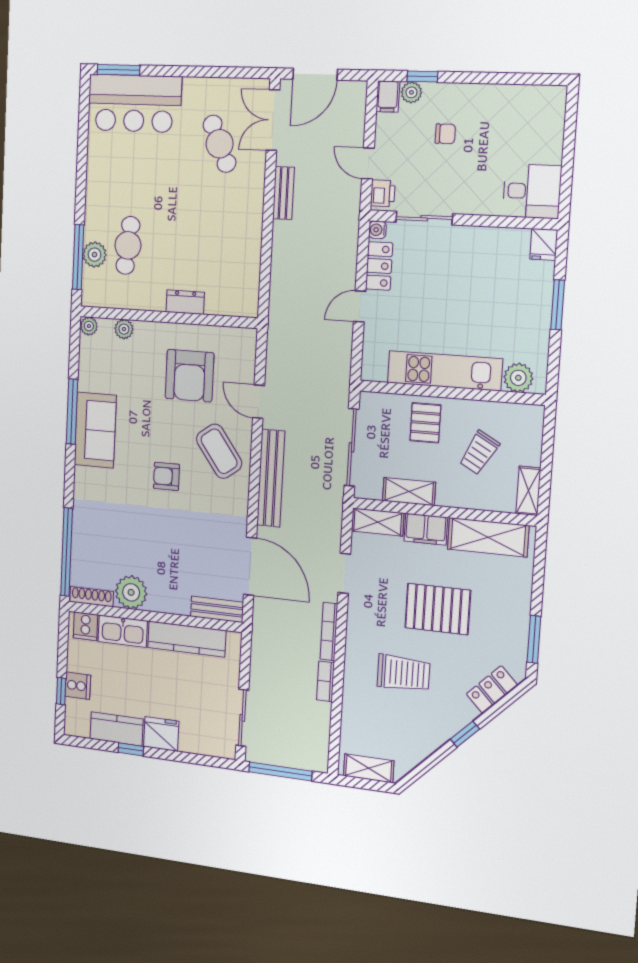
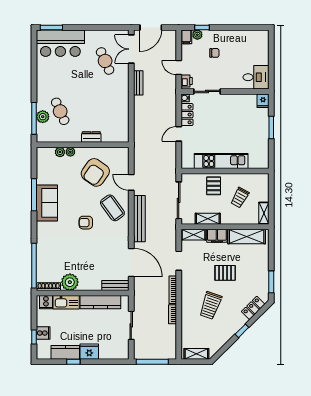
cafe table: (128, 245) -> (60, 111), turned -30
plant: (89, 326) -> (70, 152), moved
armchair: (190, 376) -> (95, 172), turned 35
plant: (518, 378) -> (256, 162), removed
pallet: (438, 609) -> (225, 273), width x0.67, depth x0.71
trolley: (403, 673) -> (211, 305), turned 109
sliding door: (242, 718) -> (131, 325), moved

